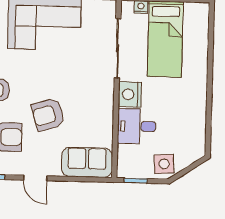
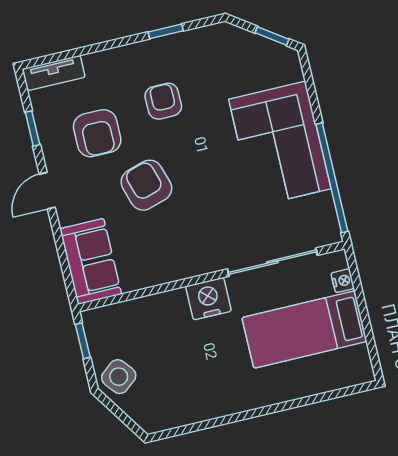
desk: (137, 126) -> (164, 321), removed
side table: (164, 164) -> (119, 377), turned -35

